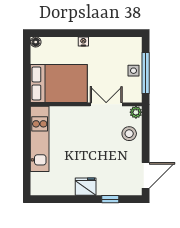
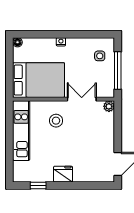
side table: (133, 71) -> (100, 56), moved
stool: (129, 134) -> (56, 121), moved
window: (110, 199) -> (38, 186), moved

